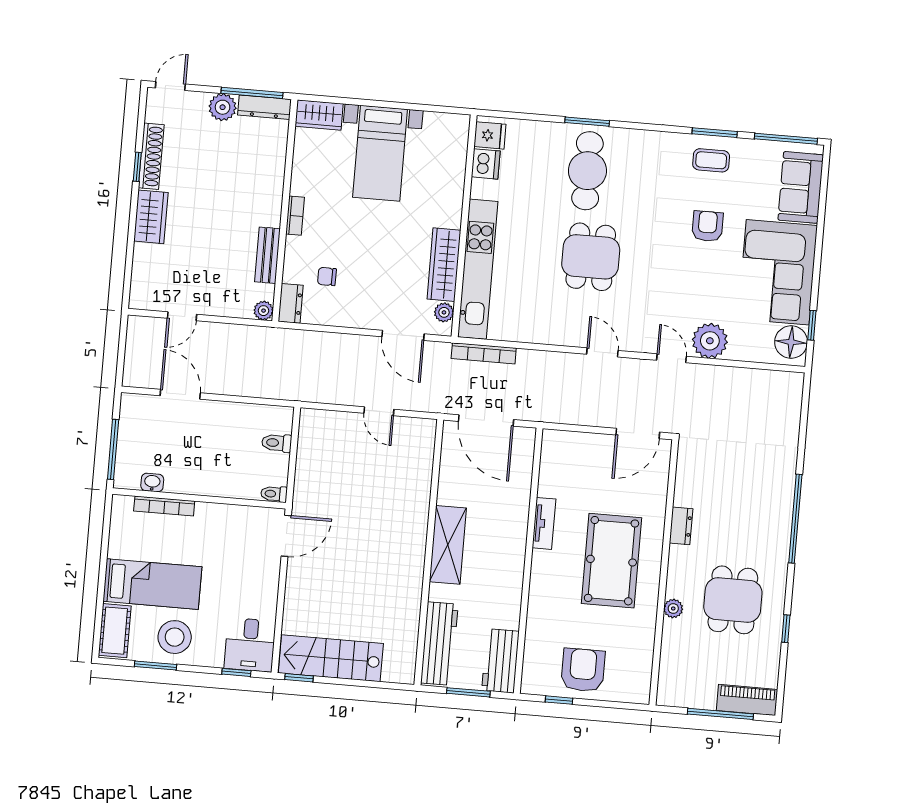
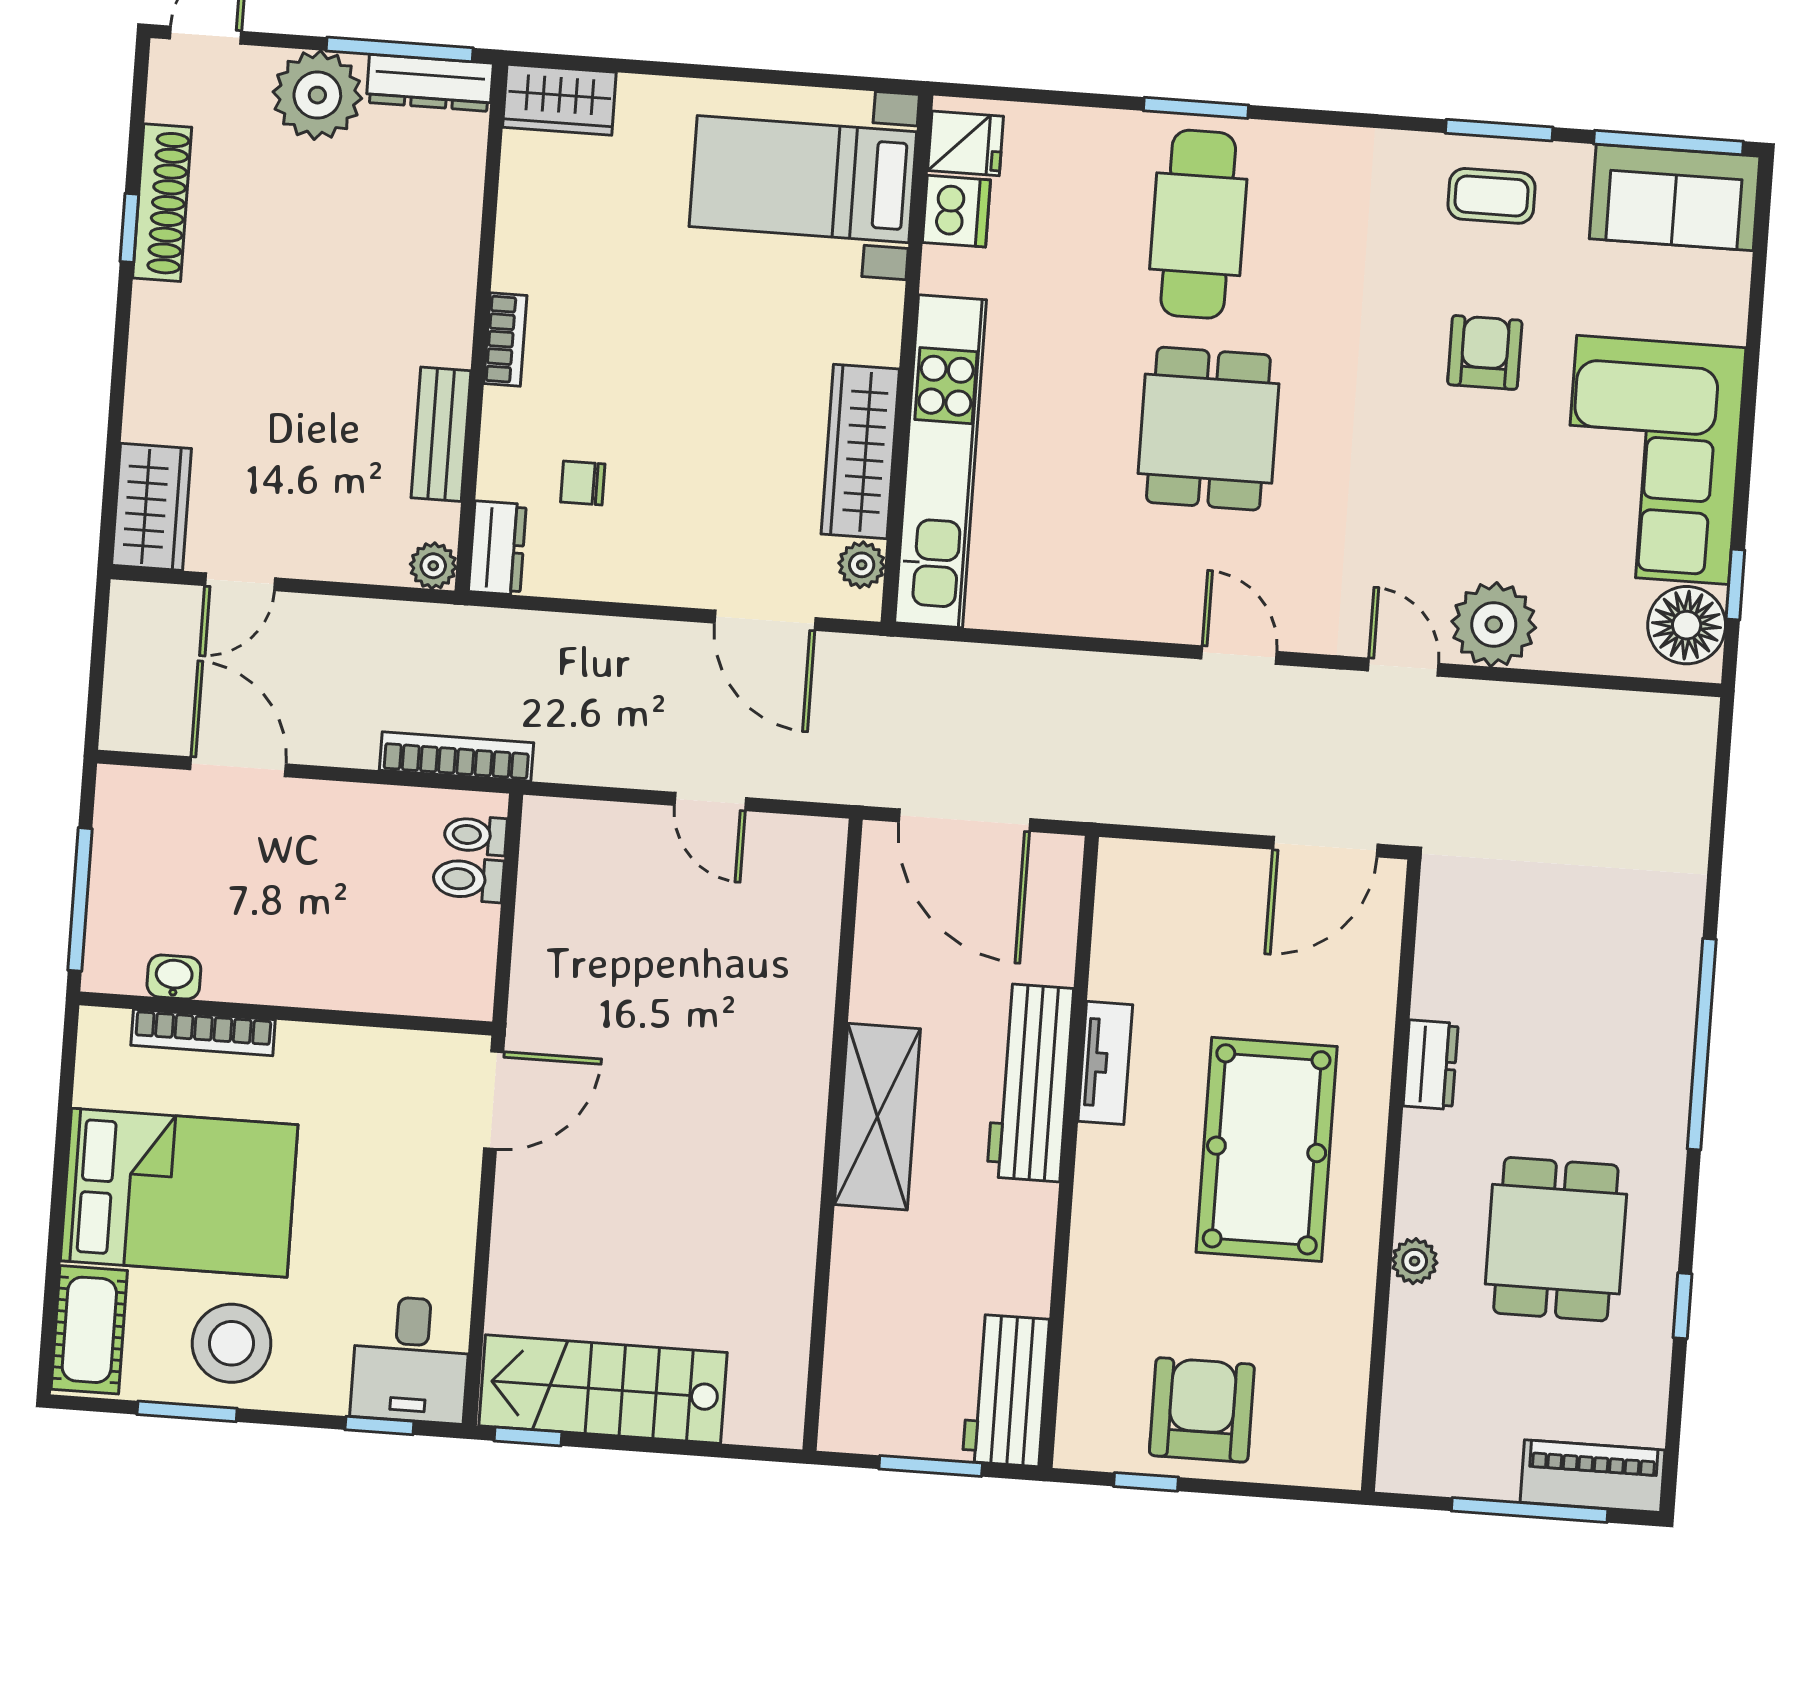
plant: (223, 107) -> (317, 95), width x1.36, depth x1.36
bed with nightstands: (380, 153) -> (803, 179), moved, turned 90
sofa: (801, 187) -> (1675, 198), moved, turned -90
wardrobe: (151, 217) -> (151, 507), moved
bookcase: (484, 353) -> (457, 756), moved, turned 180
toilet: (274, 494) -> (475, 835), moved
bed: (152, 584) -> (179, 1193), width x1.50
workbench: (439, 644) -> (1030, 1083), moved, turned 180

